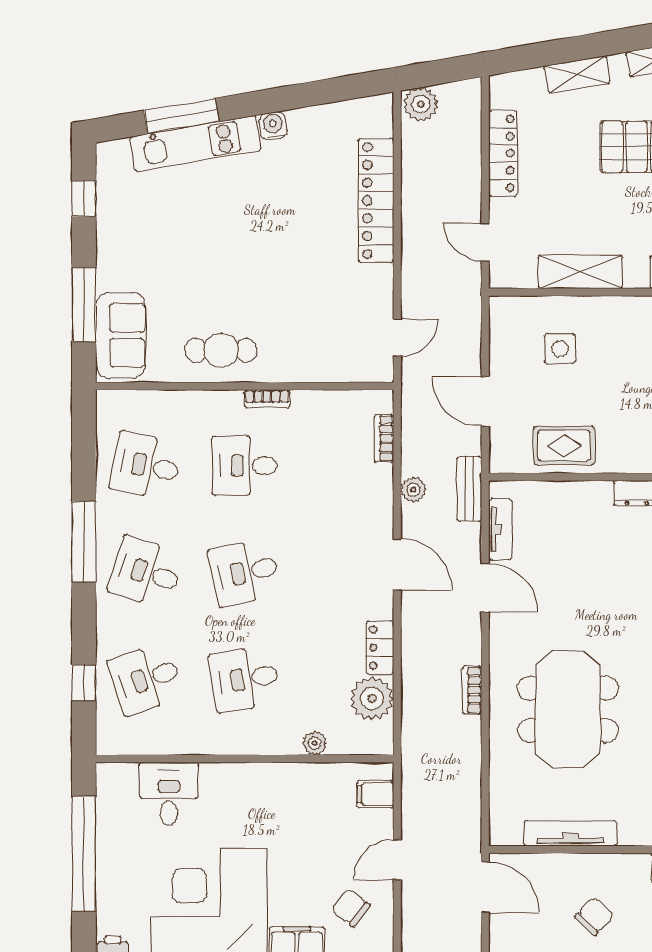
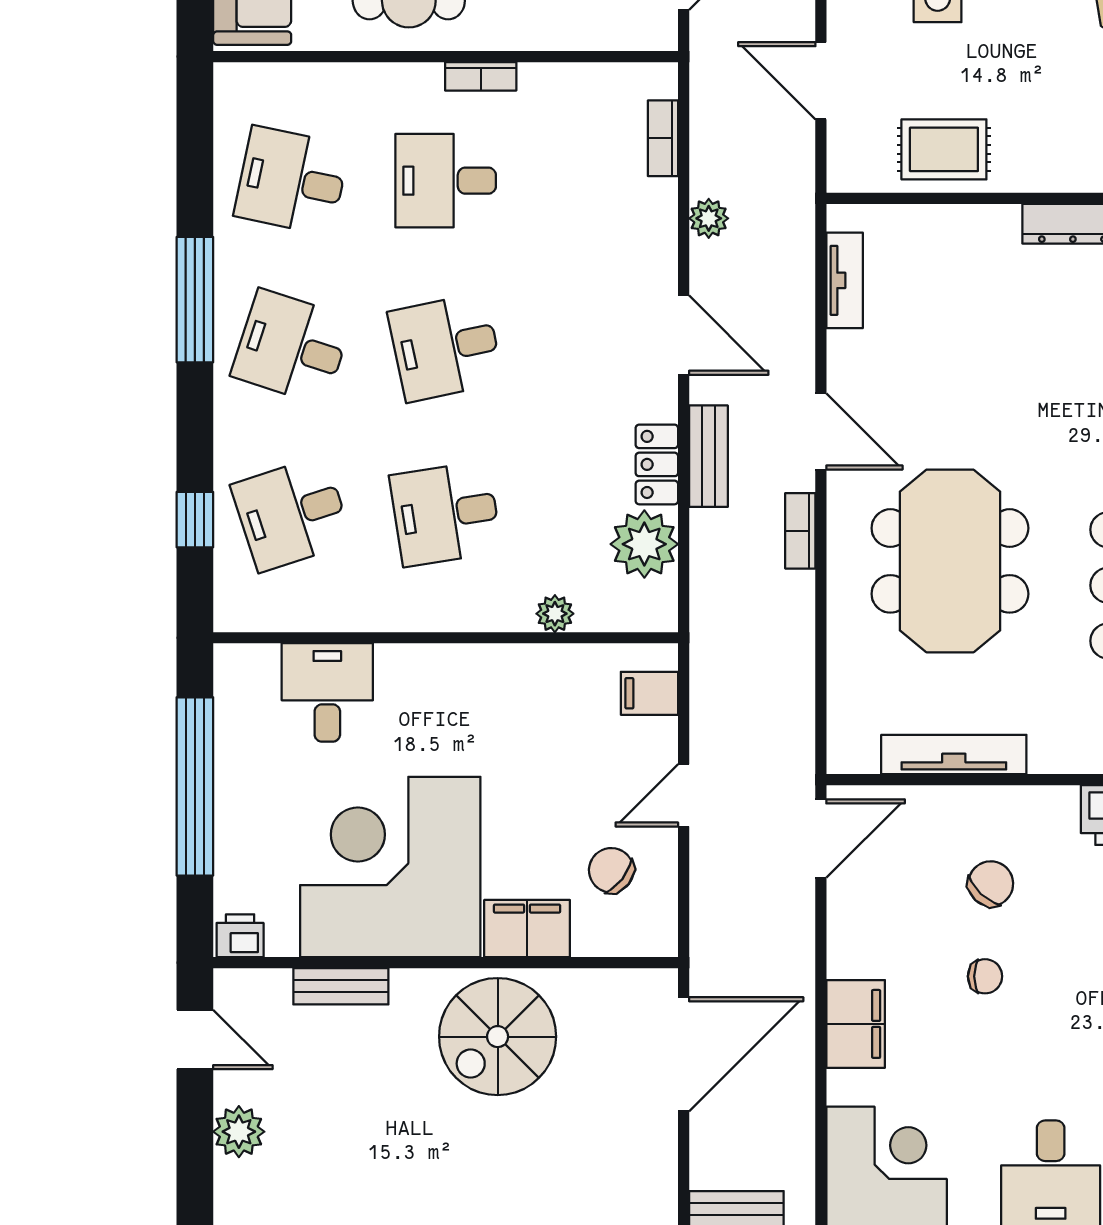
bench: (469, 489) -> (708, 456), moved
door: (485, 588) -> (821, 431), moved
door: (485, 887) -> (821, 839), hinge flipped

